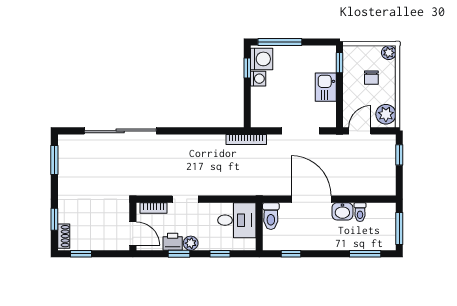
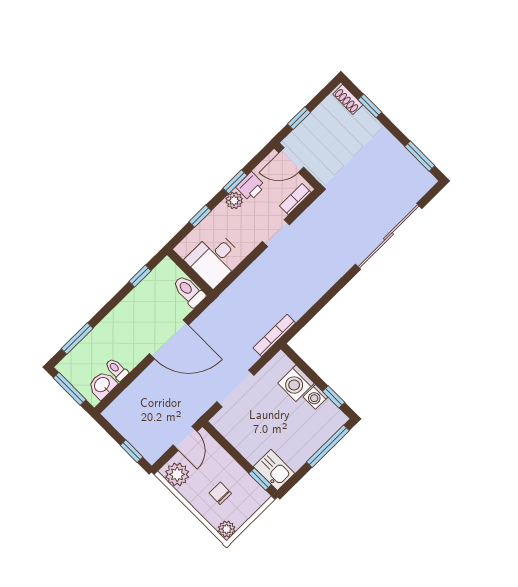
washing machine: (262, 59) -> (296, 383), moved
kitchen sink: (326, 87) -> (274, 470), moved
washbasin: (342, 211) -> (102, 385), moved
window: (81, 254) -> (299, 118), moved

